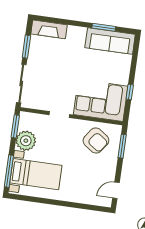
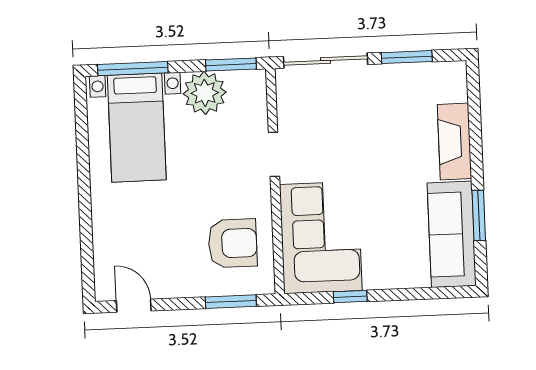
fireplace: (49, 29) -> (454, 141), moved
armchair: (96, 141) -> (233, 243), turned -125

